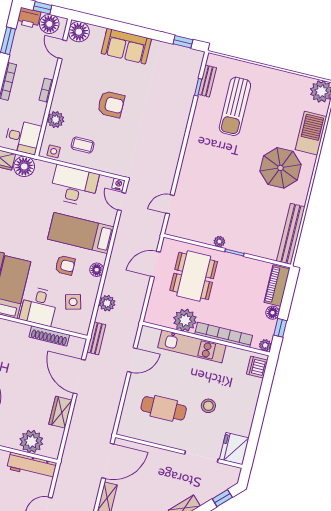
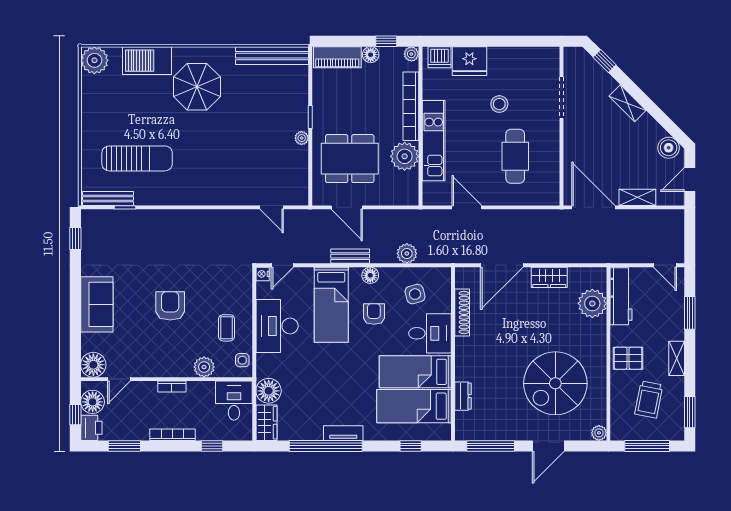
bench: (207, 81) -> (108, 198), width x1.36
bench: (96, 338) -> (350, 256), moved
fridge: (234, 449) -> (469, 61), moved

